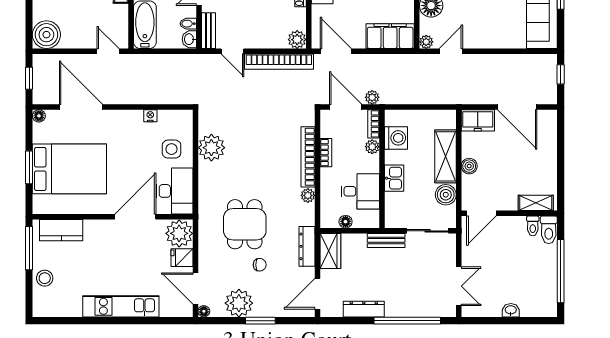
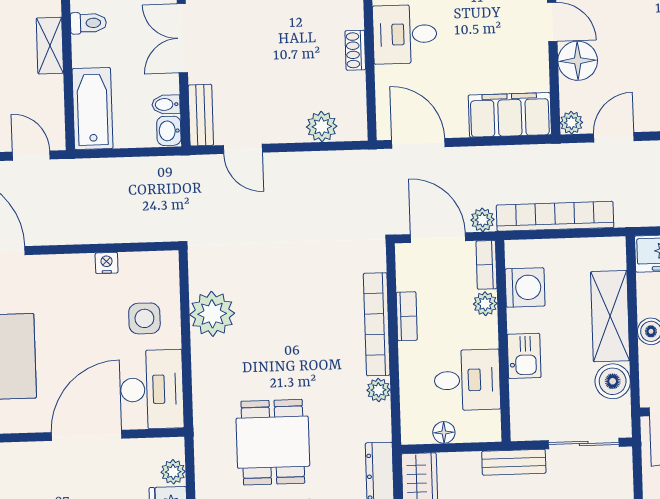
plant: (297, 40) -> (322, 127), moved
bookcase: (279, 62) -> (555, 216), moved, turned 180
plant: (179, 233) -> (173, 472), width x0.53, depth x0.53

